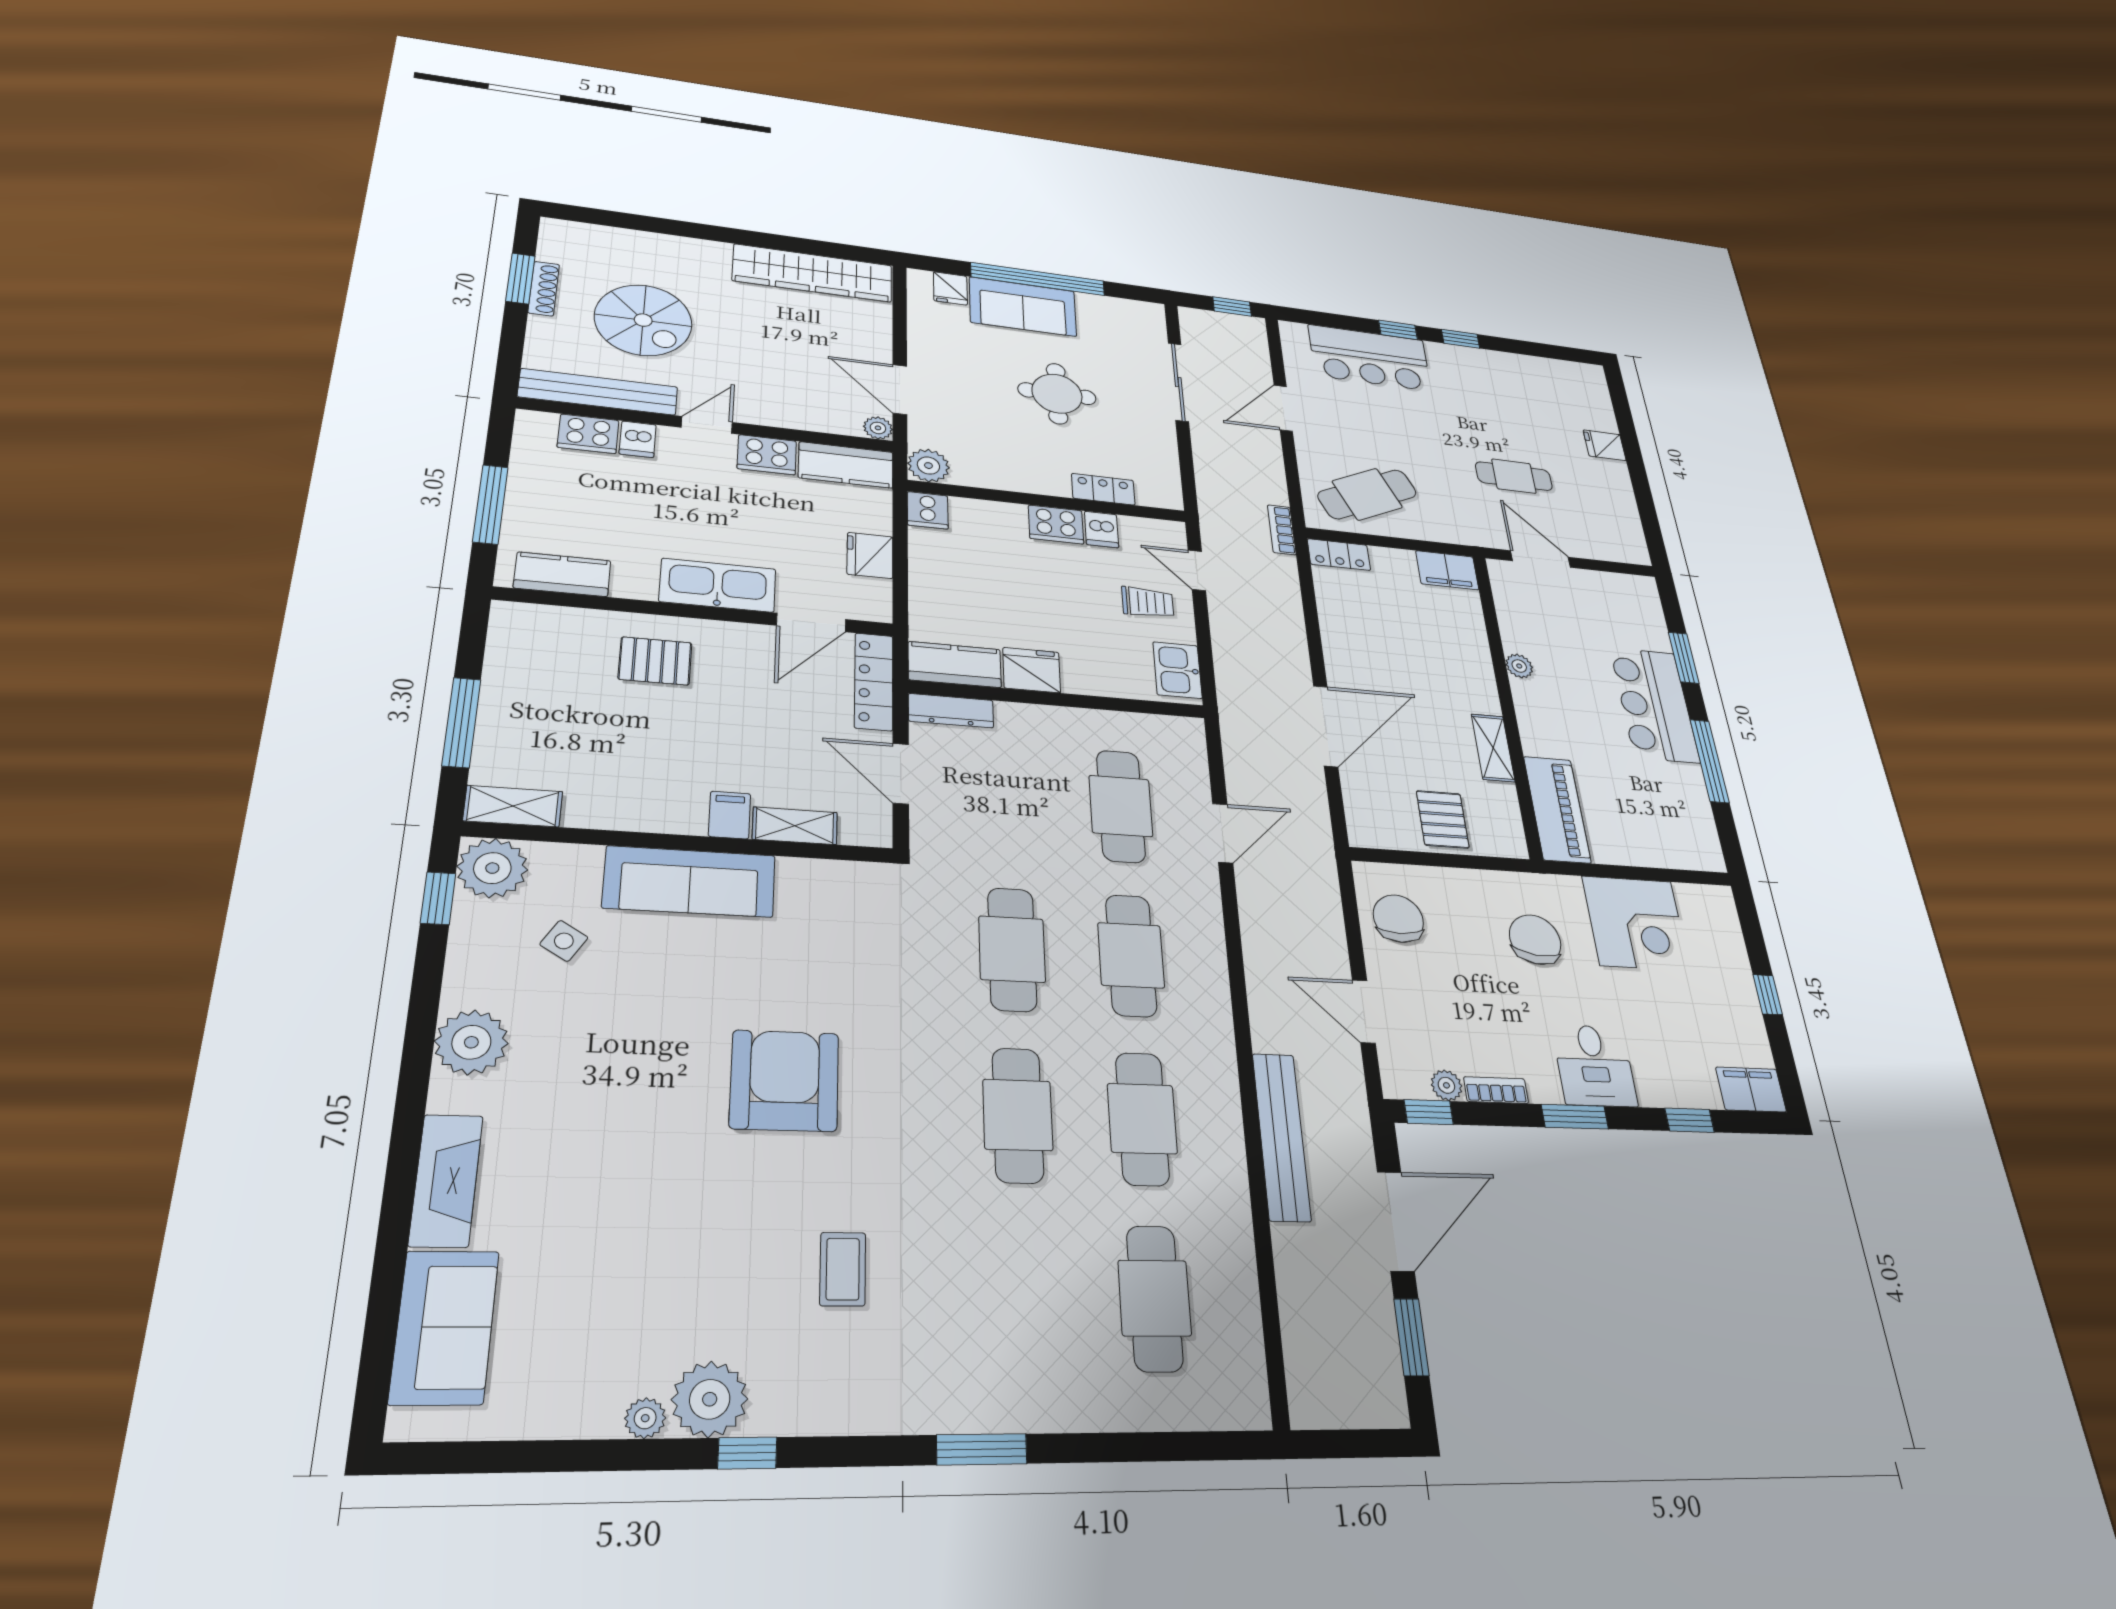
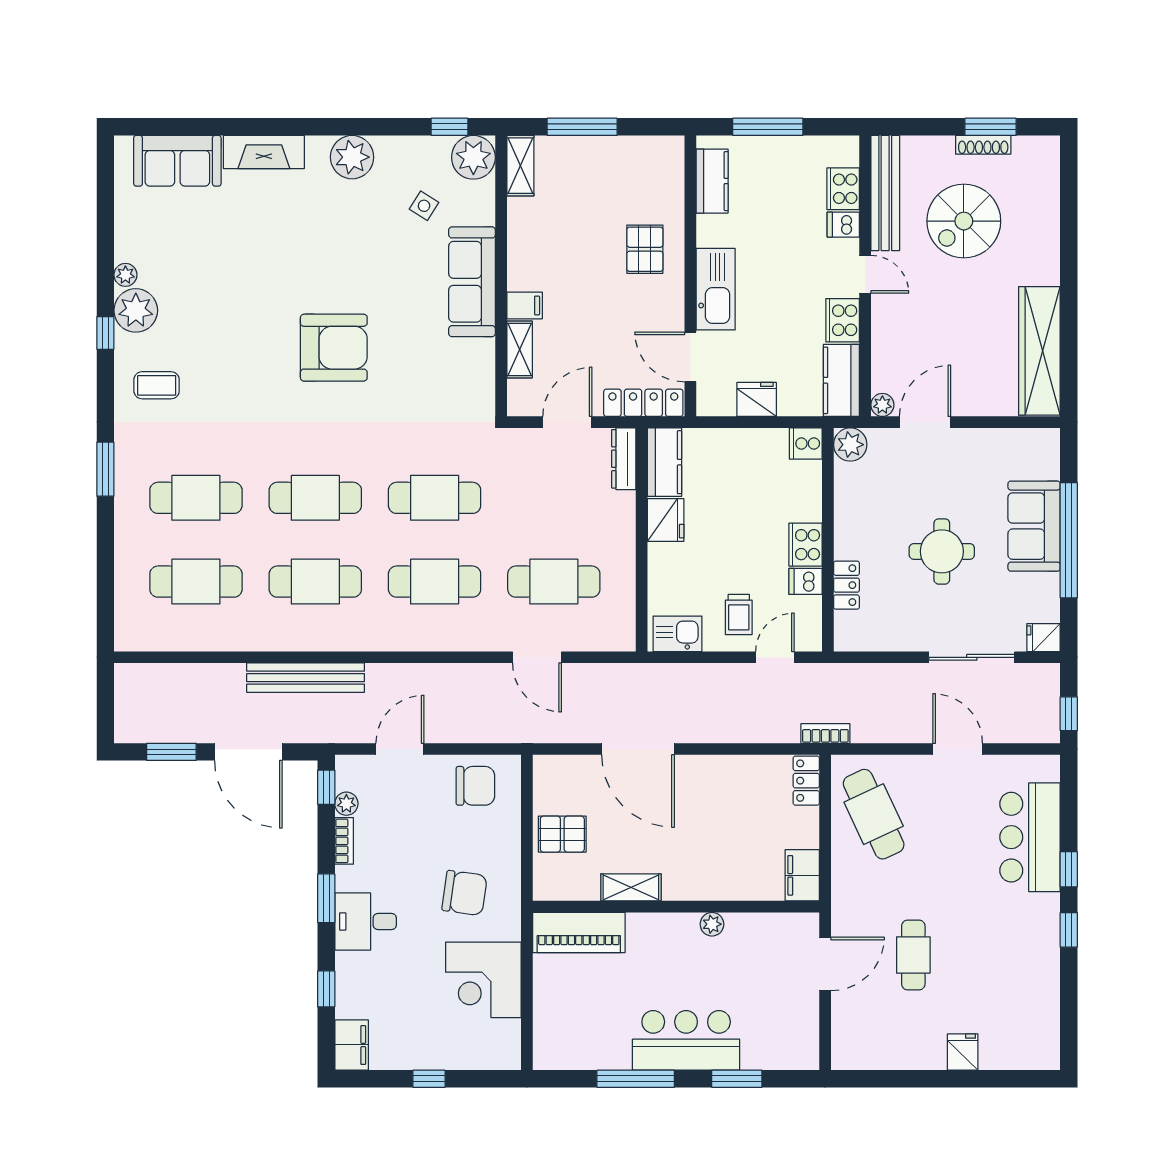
fridge: (950, 288) -> (1043, 638), moved
coffee table: (843, 1269) -> (157, 385), moved
cafe table: (1024, 1297) -> (196, 498), added

